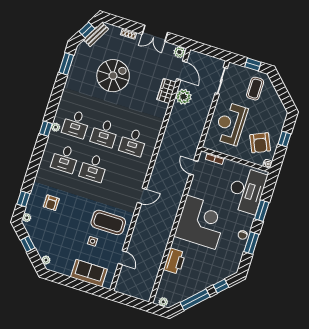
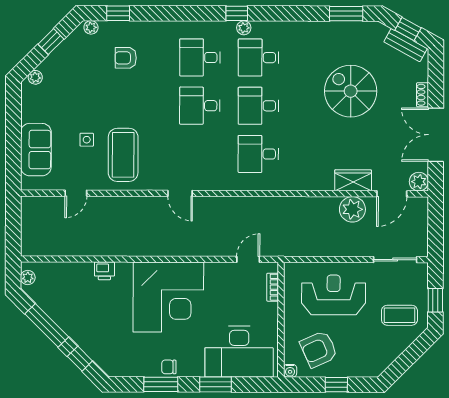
double door: (155, 33) -> (436, 135), width x1.37
spiral stairs: (113, 76) -> (351, 91), turned 180
printer: (175, 261) -> (104, 271), width x0.53, depth x0.68

